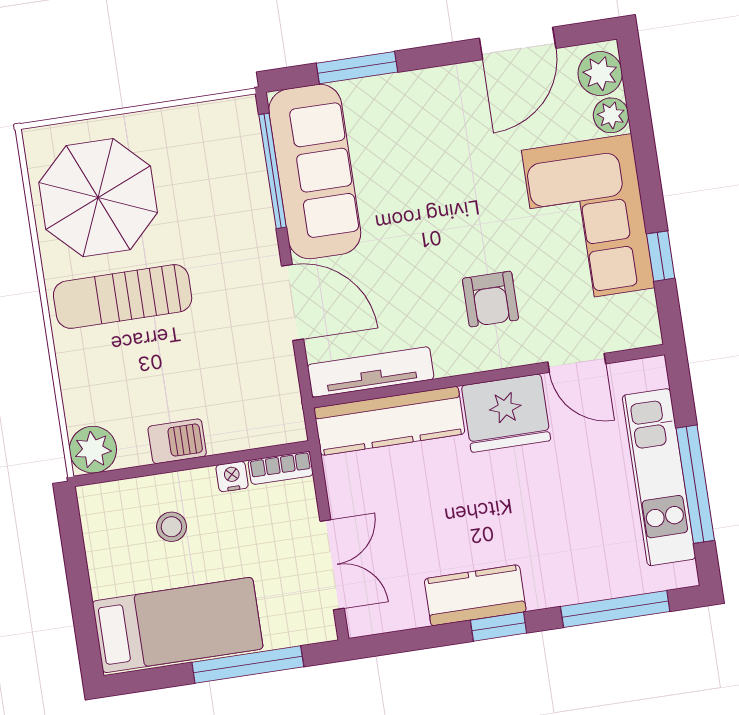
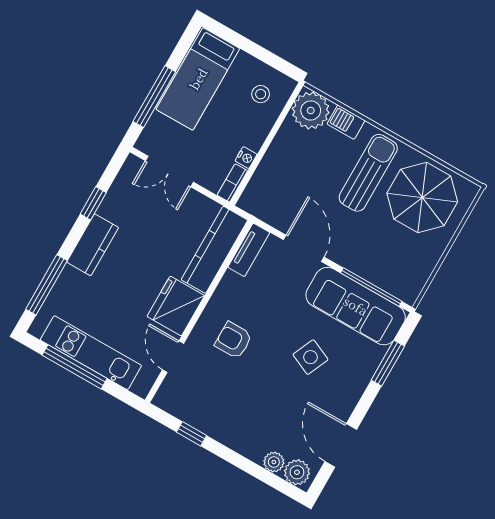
side table: (431, 178) -> (310, 357), added
corner sofa: (588, 219) -> (235, 414), removed
door: (293, 303) -> (304, 248), swing flipped
door: (577, 363) -> (173, 357), hinge flipped
tv unit: (371, 372) -> (249, 250), width x0.71
barbecue: (177, 441) -> (346, 122), moved, turned 90
plant: (93, 450) -> (311, 111), width x1.36, depth x1.36
stool: (171, 527) -> (261, 94), moved
kitchen counter: (475, 595) -> (93, 245), moved
window: (499, 627) -> (93, 203), moved

